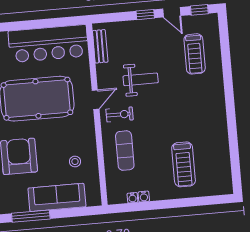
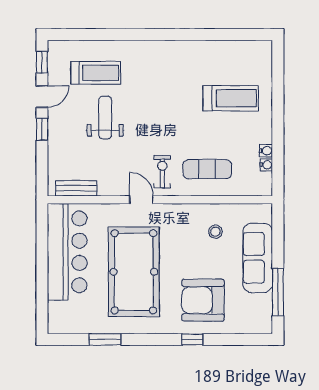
weight bench: (141, 79) -> (105, 118), moved

